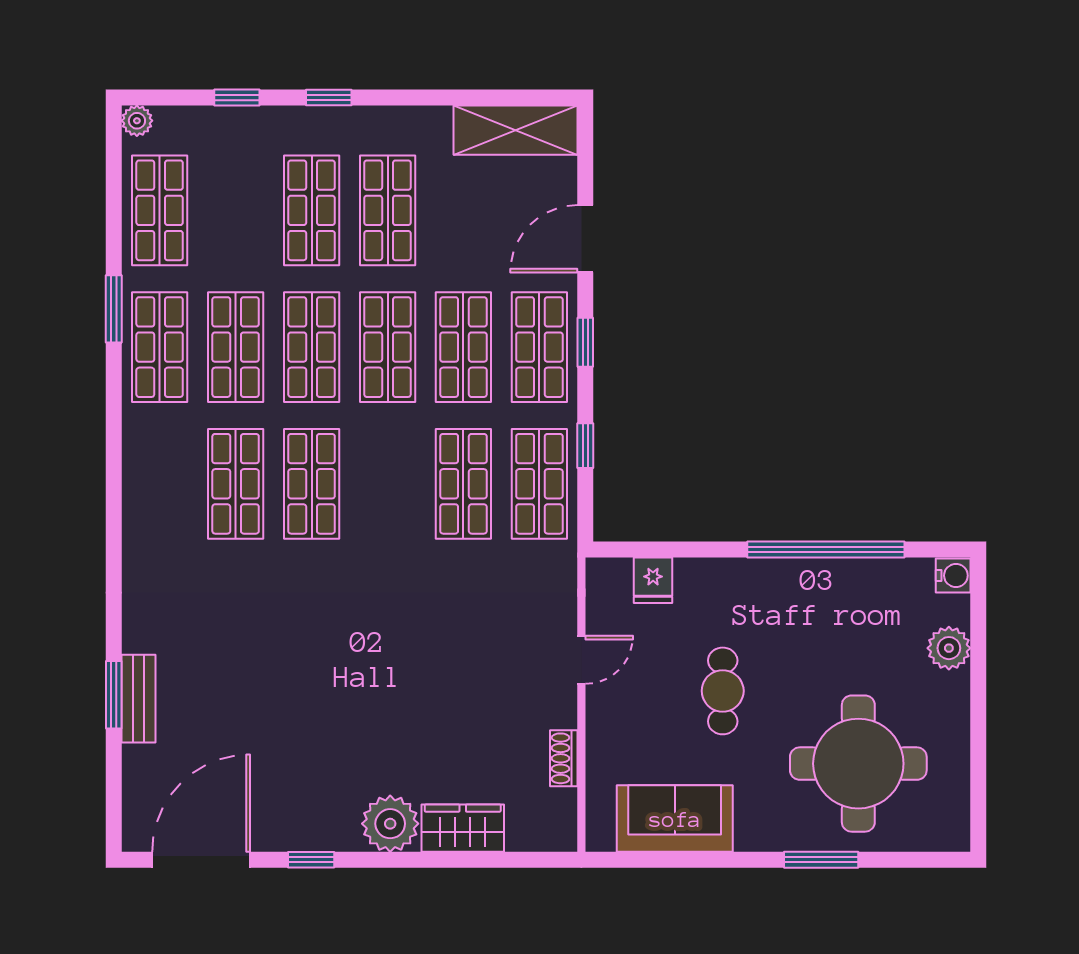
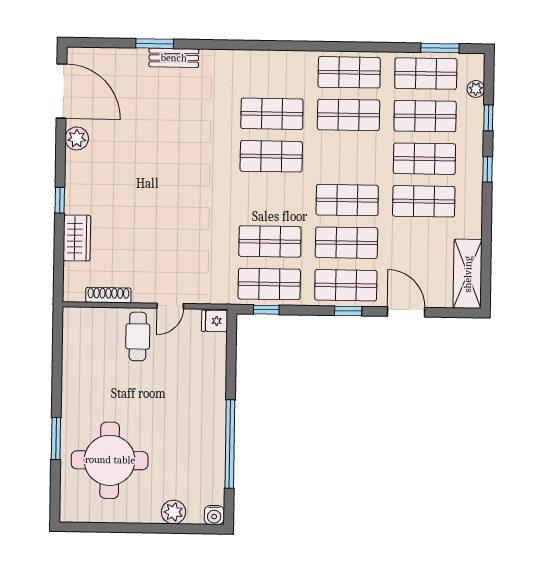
plant: (137, 121) -> (476, 89), moved
window: (114, 309) -> (440, 48), moved
shop shelf: (312, 347) -> (425, 116), moved
window: (585, 446) -> (266, 310), moved
fridge: (653, 580) -> (215, 321), moved
door: (581, 660) -> (170, 306), hinge flipped
cafe table: (723, 691) -> (138, 336), moved, turned 90
bench: (138, 699) -> (174, 58), moved
shoe rack: (564, 758) -> (108, 295), width x1.43
sofa: (675, 819) -> (80, 357), removed
plant: (390, 824) -> (77, 138), moved, width x0.73, depth x0.73
window: (311, 860) -> (60, 200), moved

